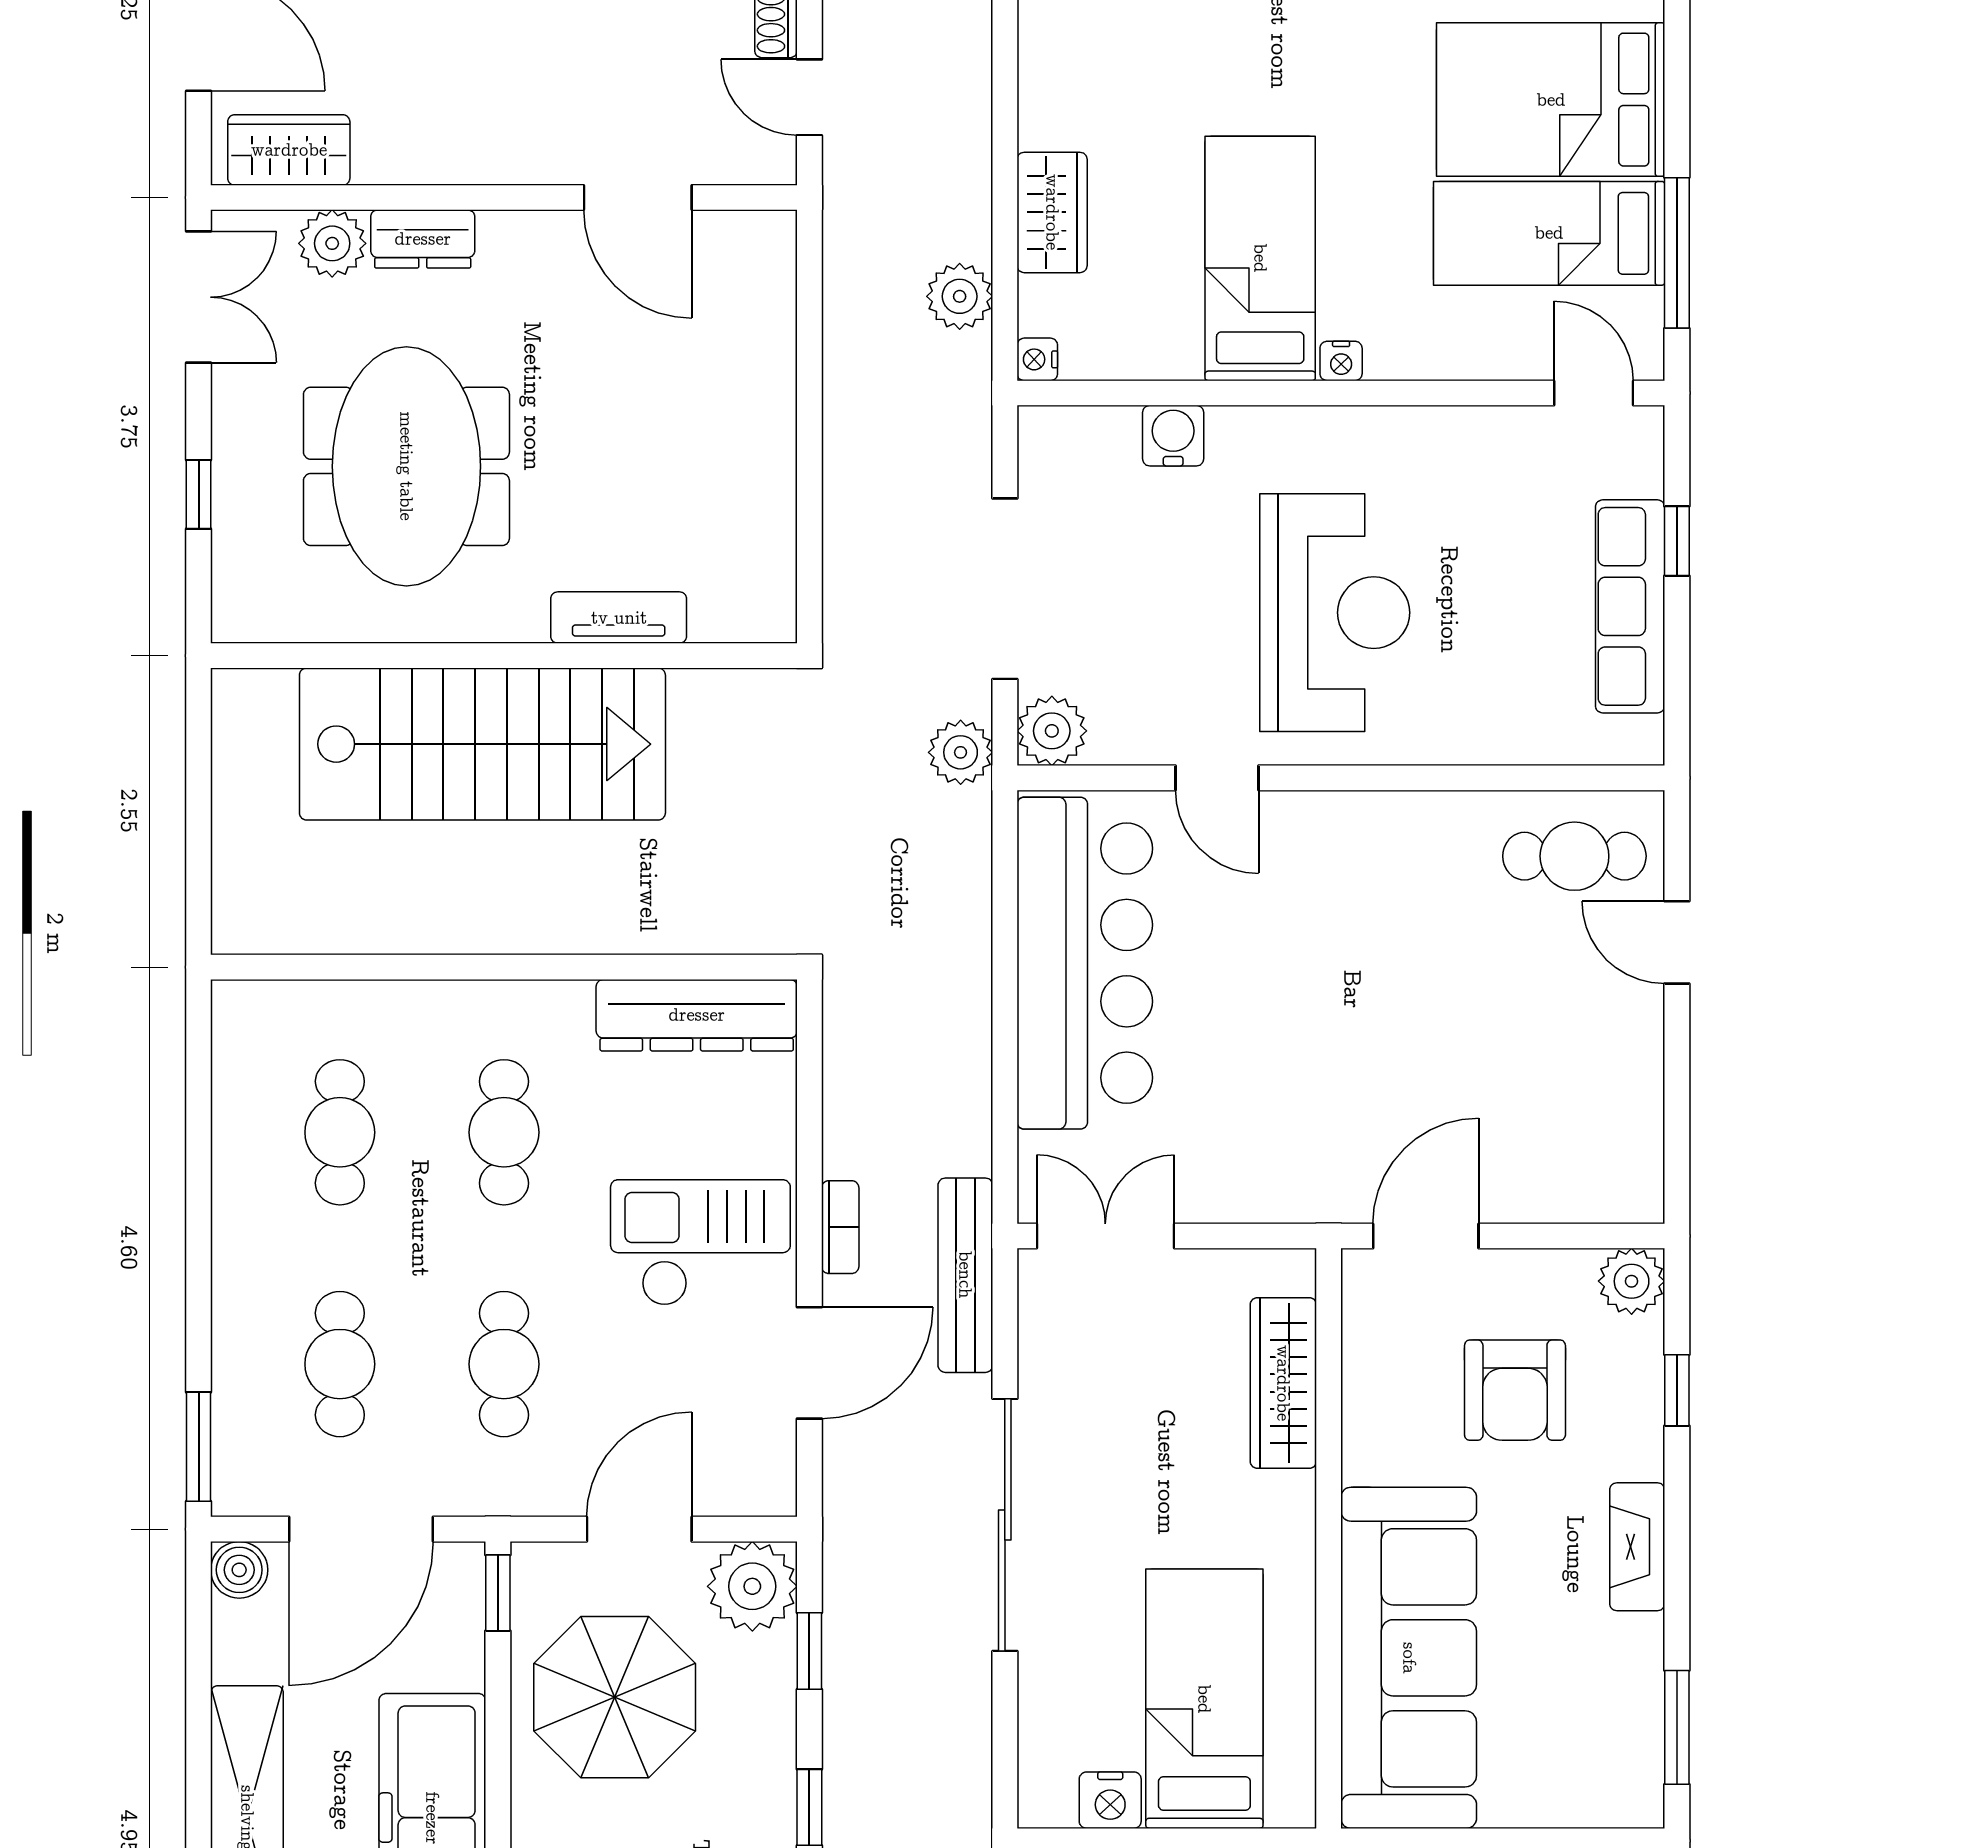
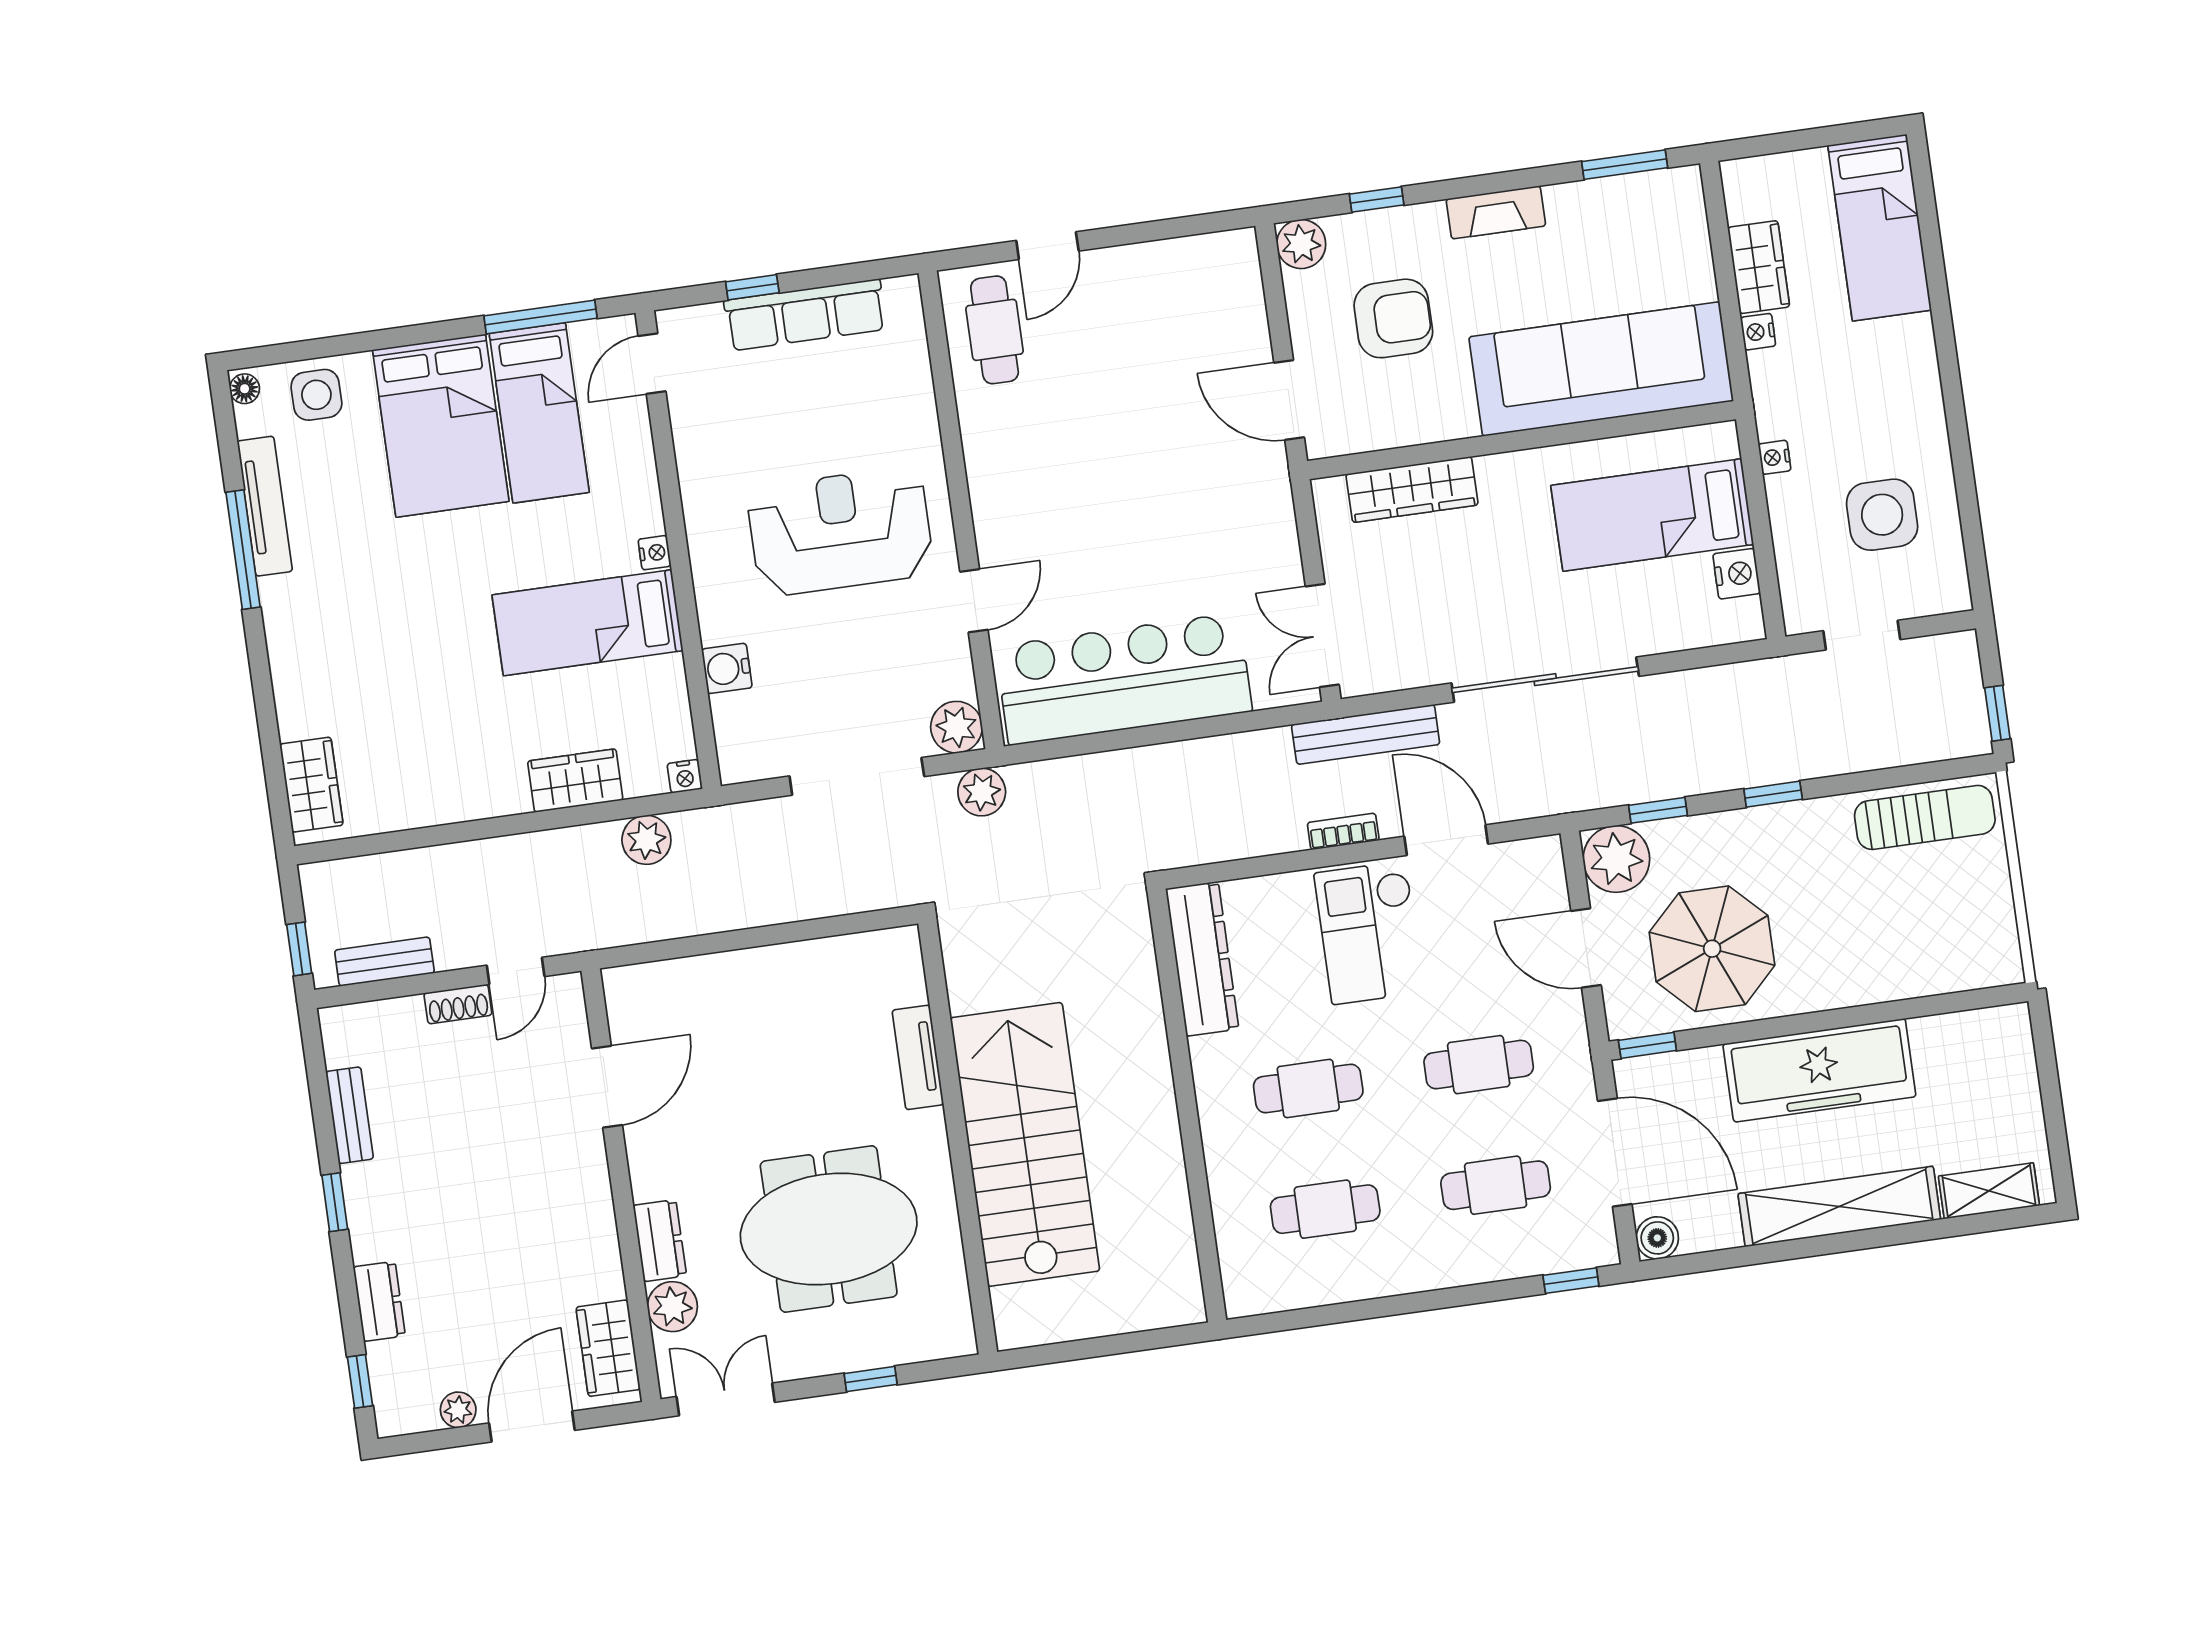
window: (199, 1447) -> (1571, 1281), width x0.67

